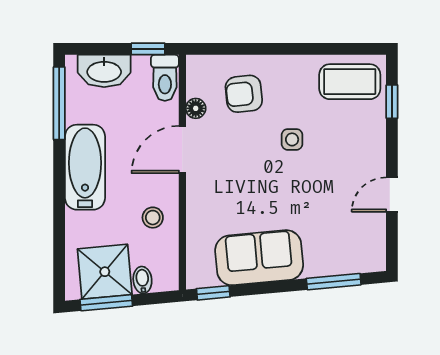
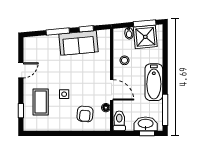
window: (148, 49) -> (147, 133), moved
coffee table: (350, 82) -> (41, 102), moved, turned 90
armchair: (244, 94) -> (85, 114), turned 102
door: (182, 150) -> (112, 90), hinge flipped
window: (334, 282) -> (58, 31), moved
window: (213, 293) -> (86, 29), moved

